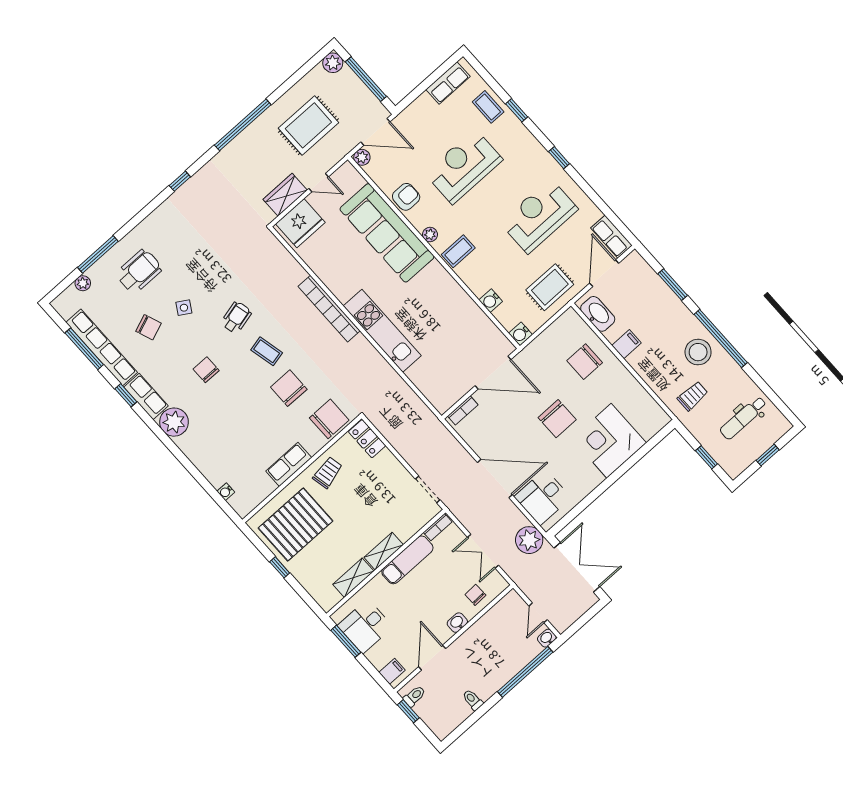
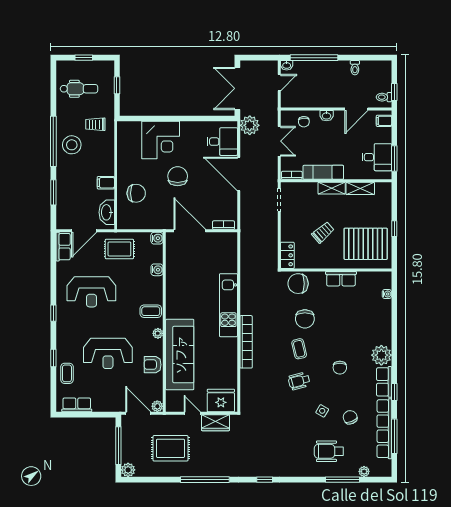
trolley: (328, 473) -> (323, 232), moved, turned 151

